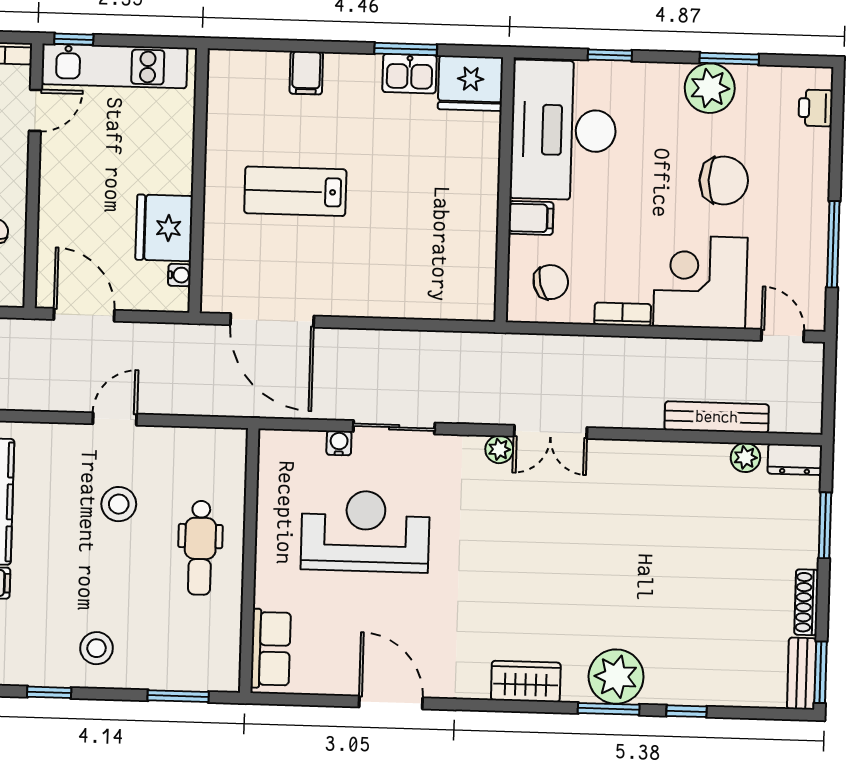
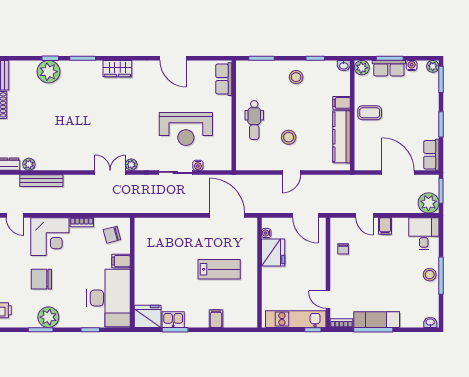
door: (35, 110) -> (328, 300), hinge flipped
dental chair: (200, 548) -> (254, 120), turned 180
plant: (616, 677) -> (49, 72), moved

